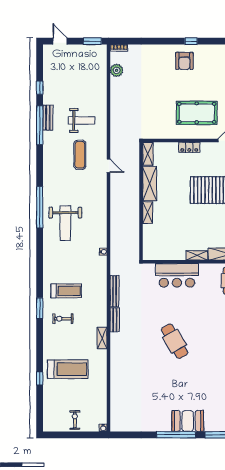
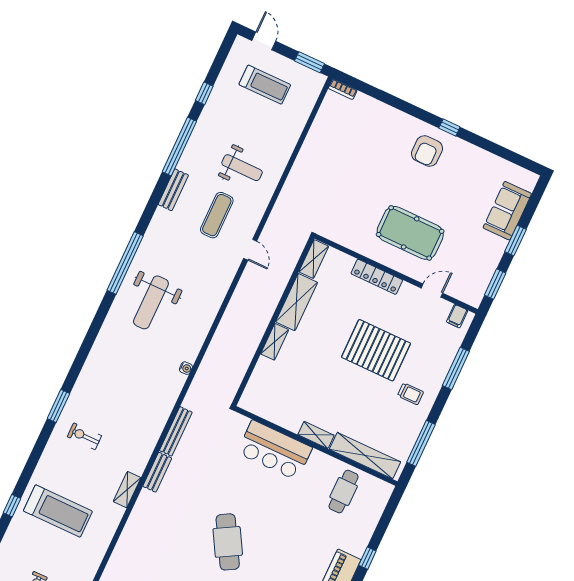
plant: (117, 70) -> (325, 120), removed
bench: (48, 118) -> (173, 190), moved
locker: (189, 147) -> (377, 277), width x1.53
treadmill: (66, 291) -> (265, 85), moved

